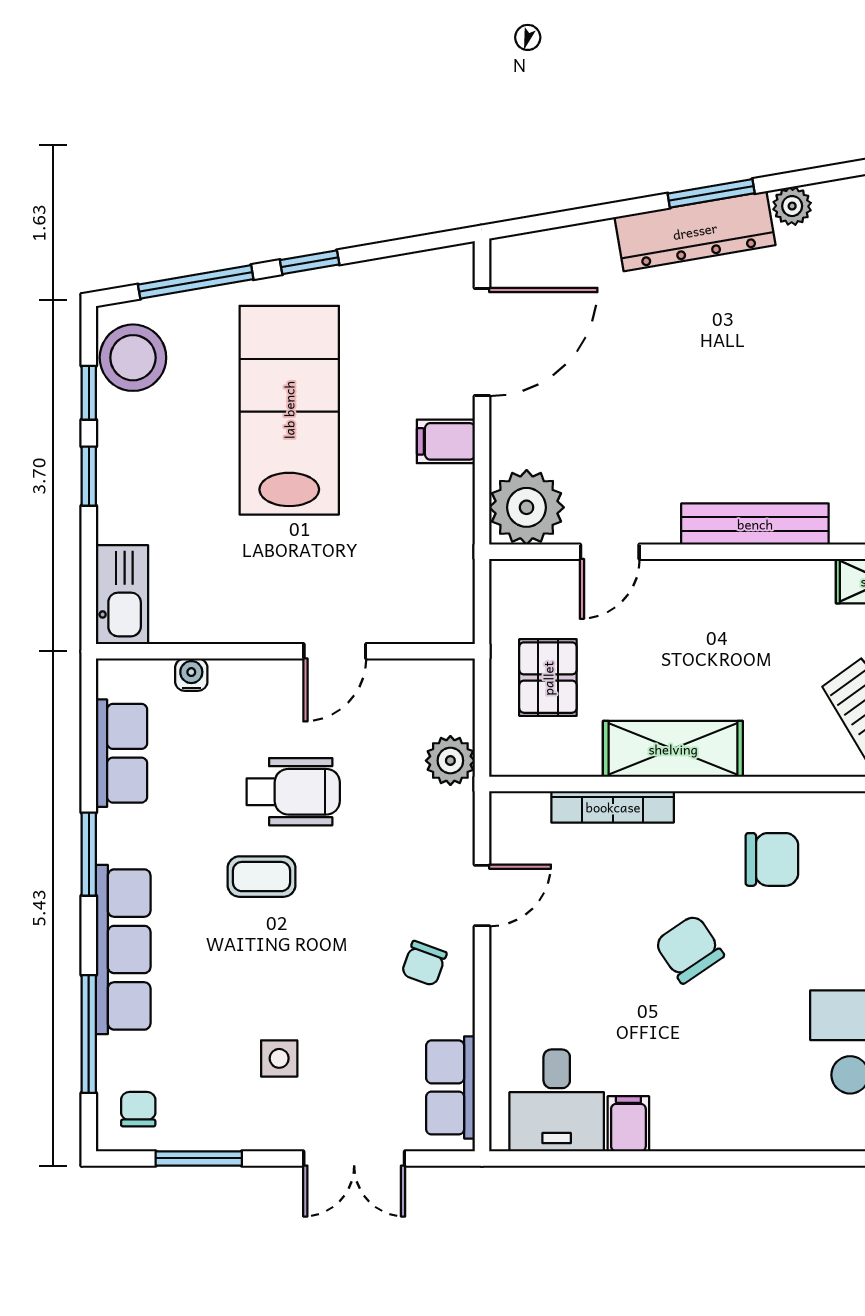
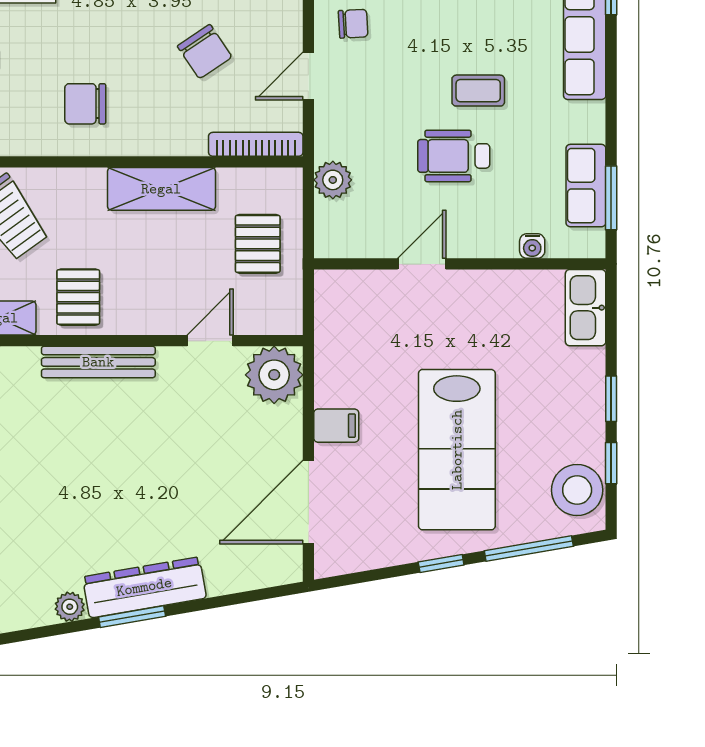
pallet: (781, 608) -> (78, 297), added
bookcase: (613, 807) -> (256, 144), moved
window: (89, 854) -> (611, 198), moved
chair: (689, 949) -> (205, 52), moved
chair: (424, 963) -> (353, 24), turned 67

